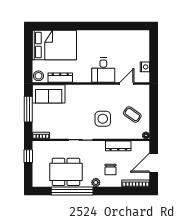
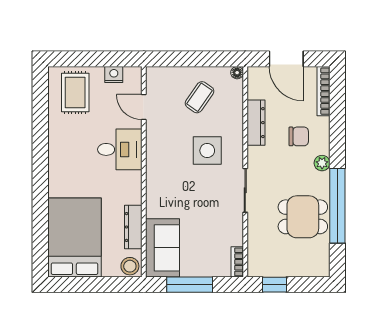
rug: (135, 45) -> (75, 93), added
dining table: (66, 172) -> (303, 217), width x0.73

